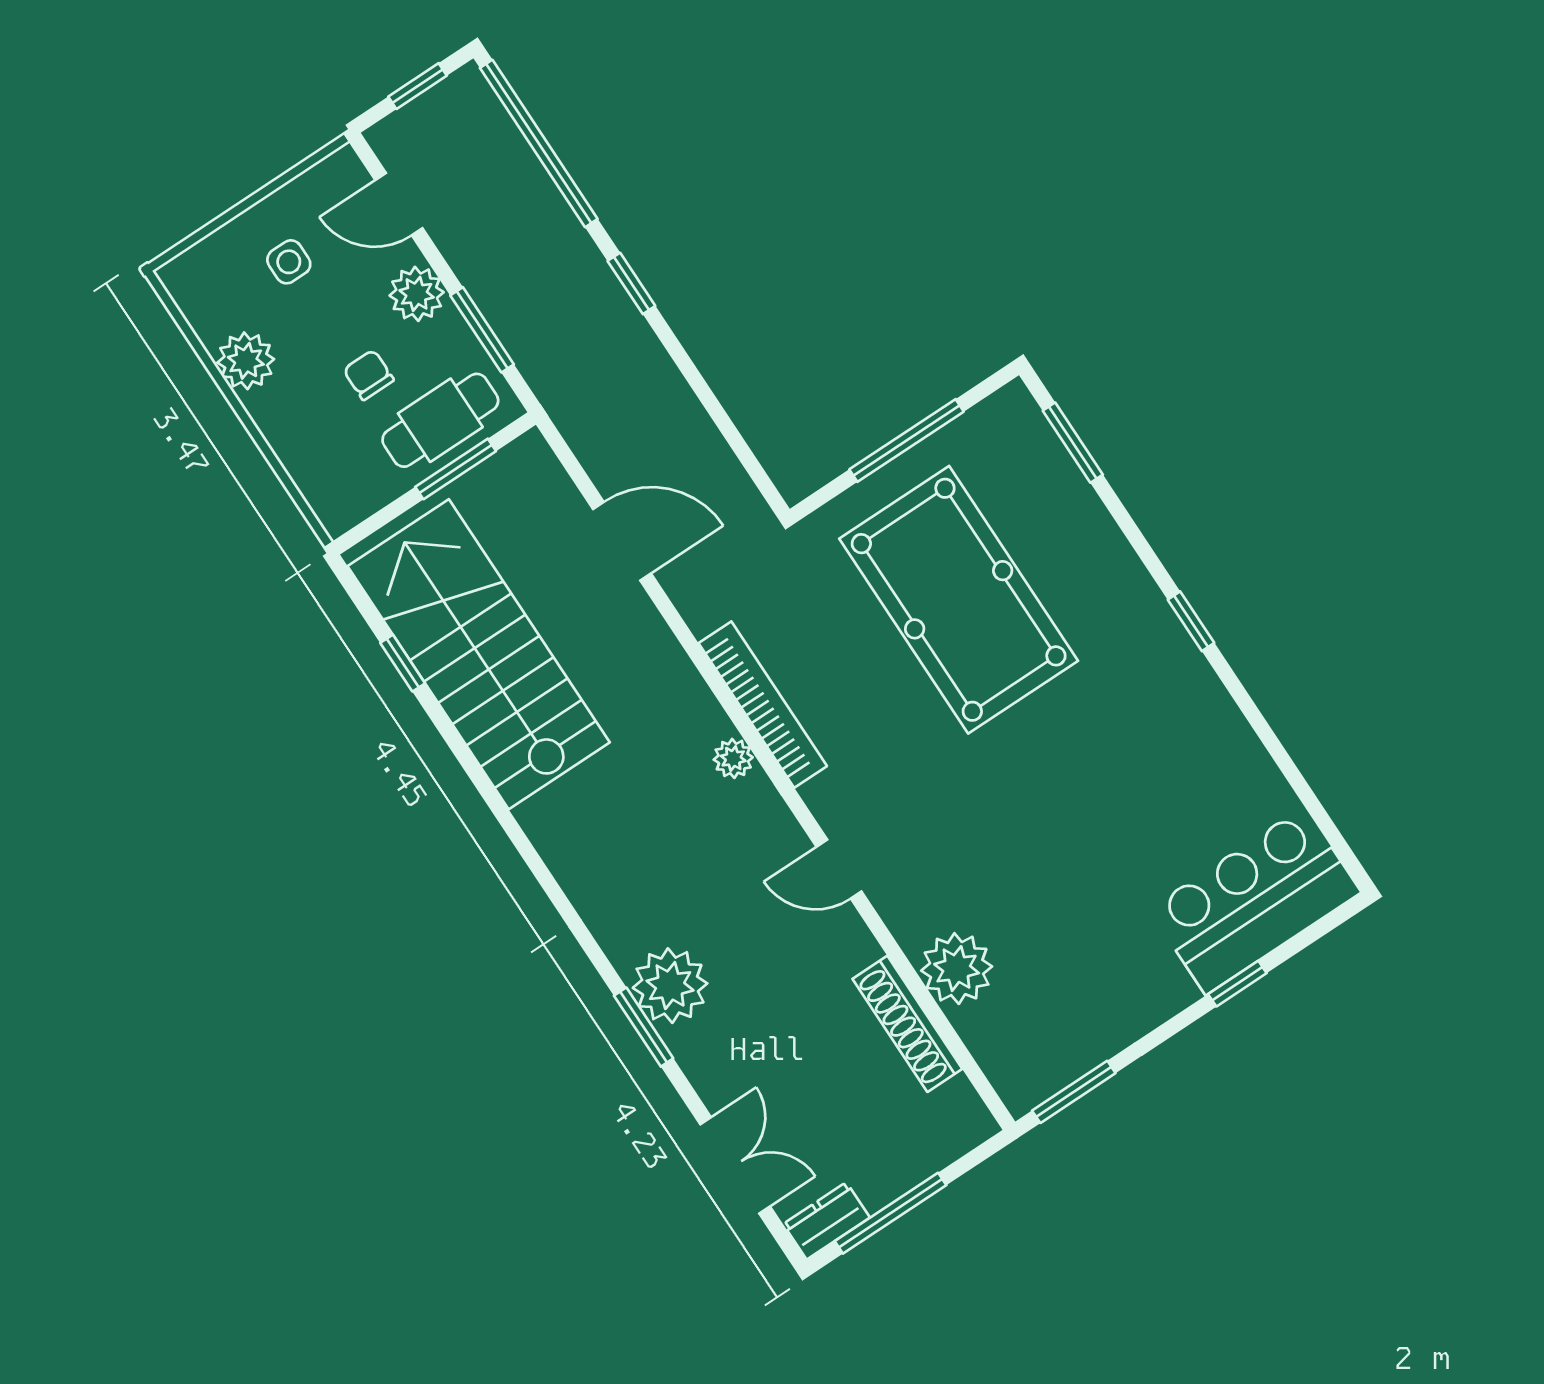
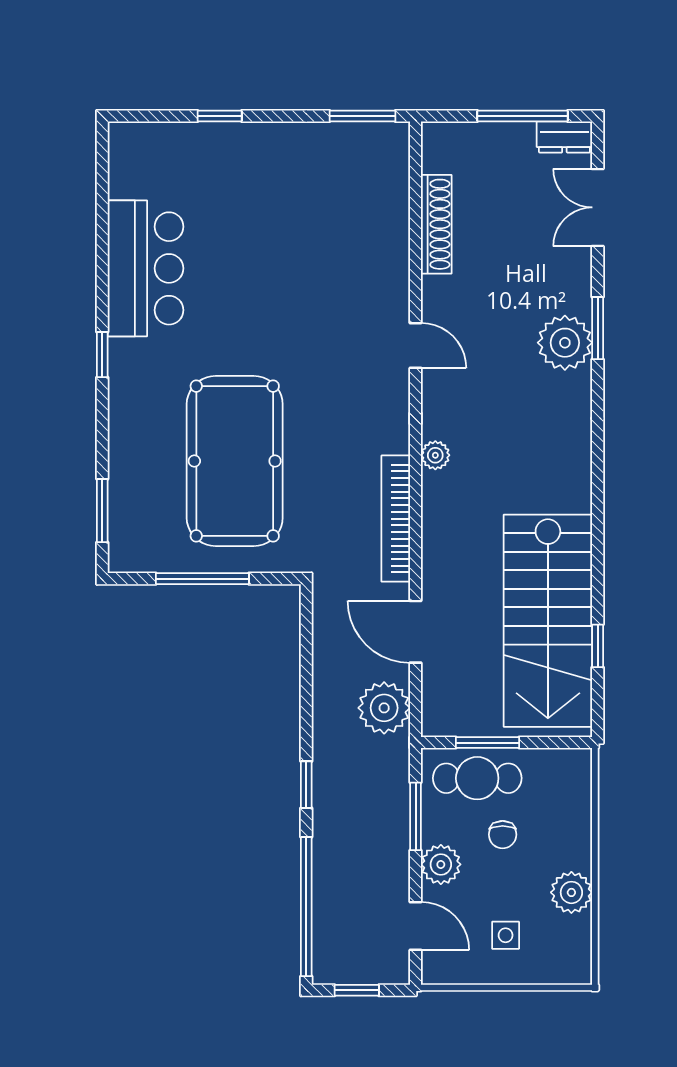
bookcase: (763, 705) -> (396, 519), moved
bar counter: (1255, 901) -> (146, 268), moved, turned -90
plant: (957, 969) -> (384, 708), moved

